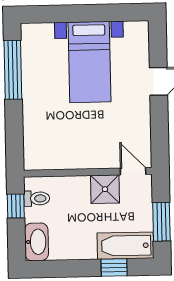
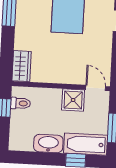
wardrobe: (35, 150) -> (22, 66), added
washbasin: (37, 242) -> (48, 144), moved, turned -90

